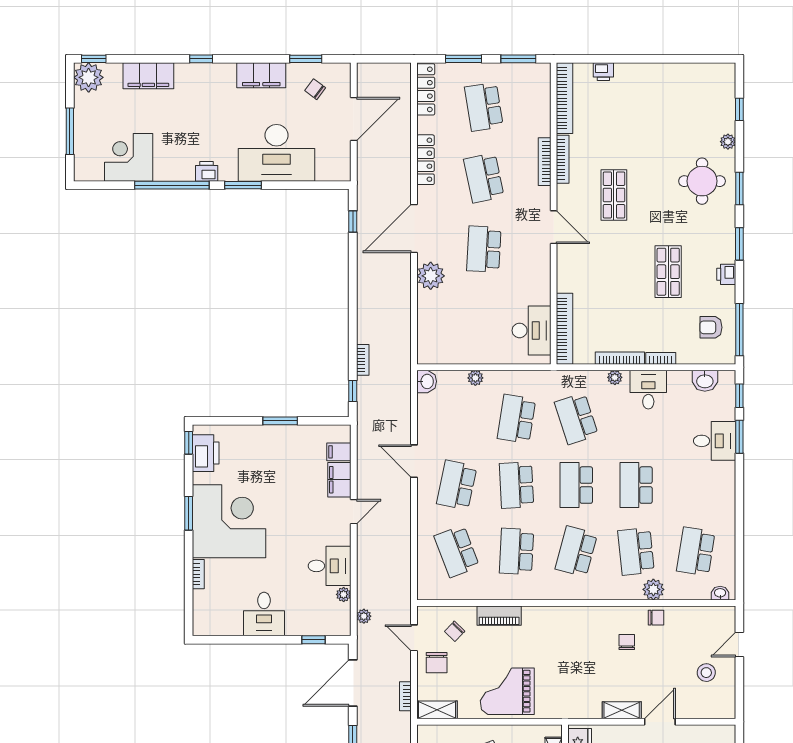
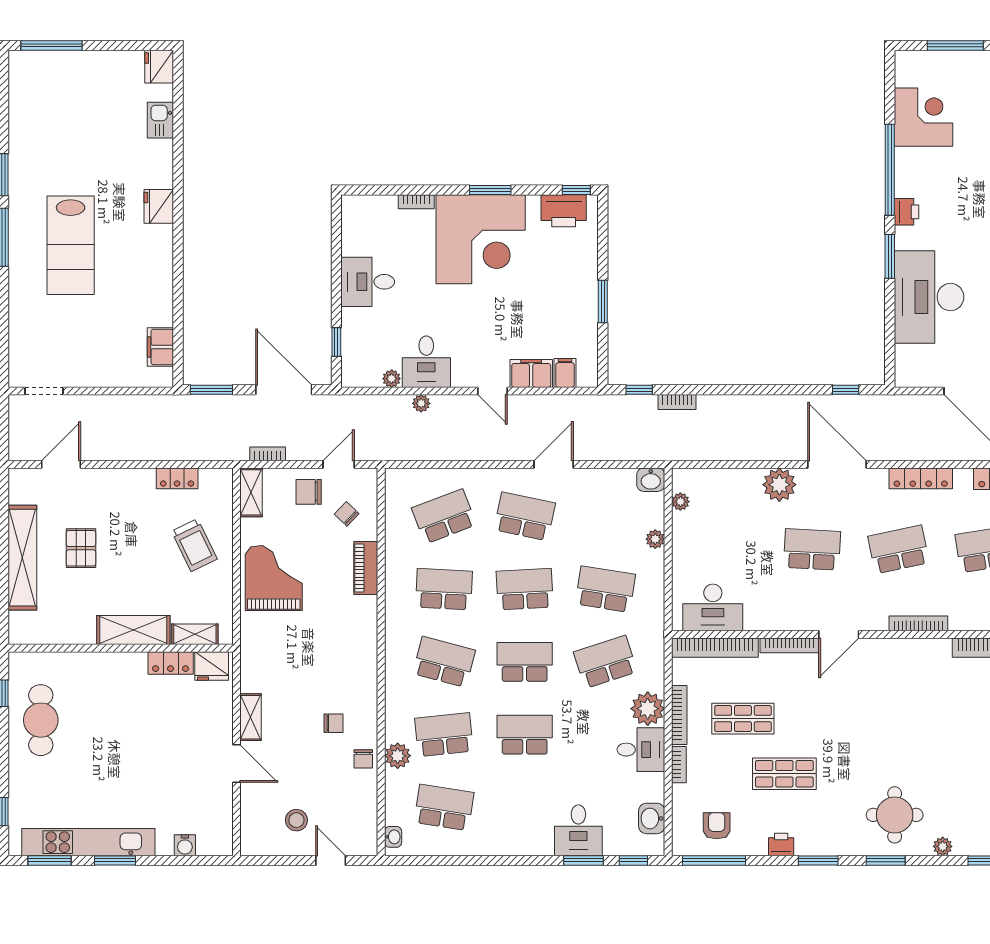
bookcase: (563, 159) -> (789, 645), moved
shop shelf: (614, 195) -> (743, 719), moved
plant: (445, 357) -> (680, 502), added
plant: (615, 377) -> (648, 709), width x1.87, depth x1.87
plant: (364, 616) -> (421, 403), moved

